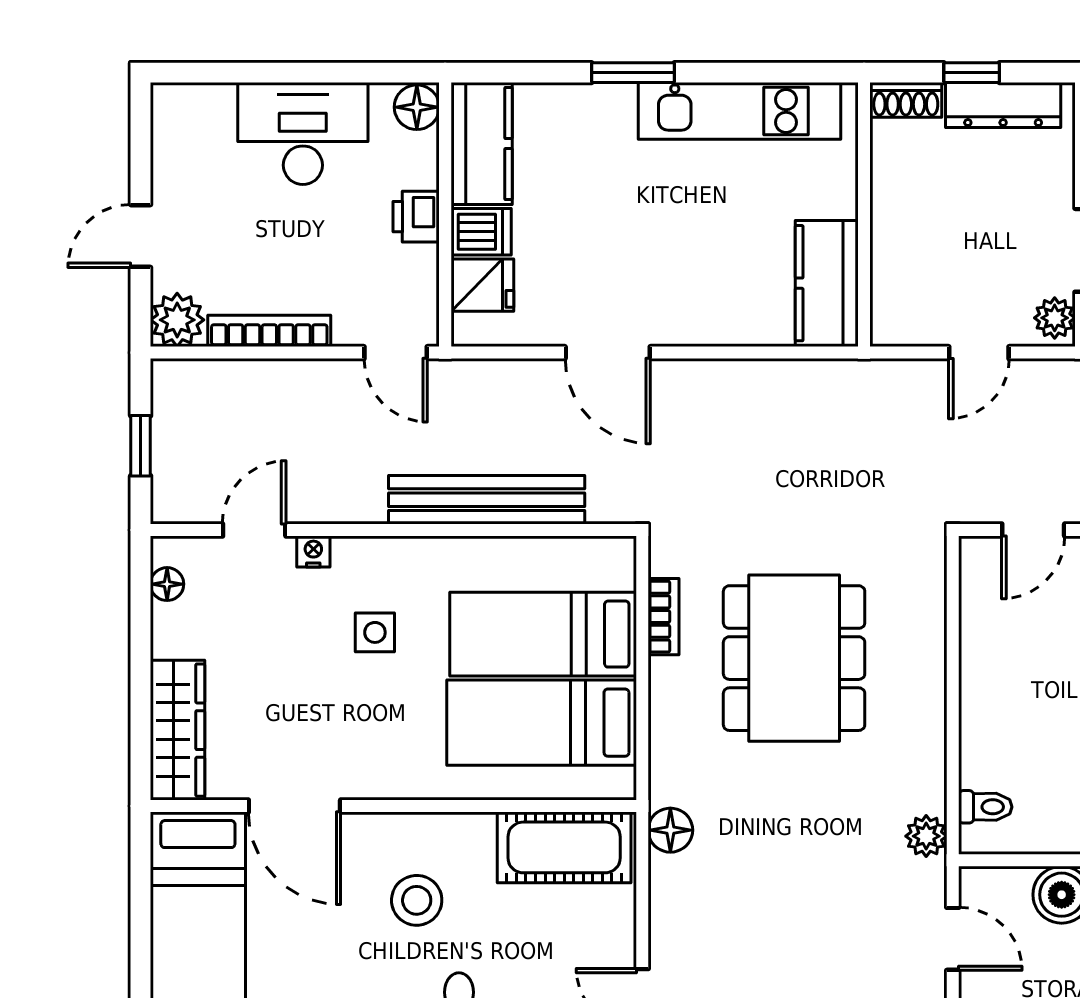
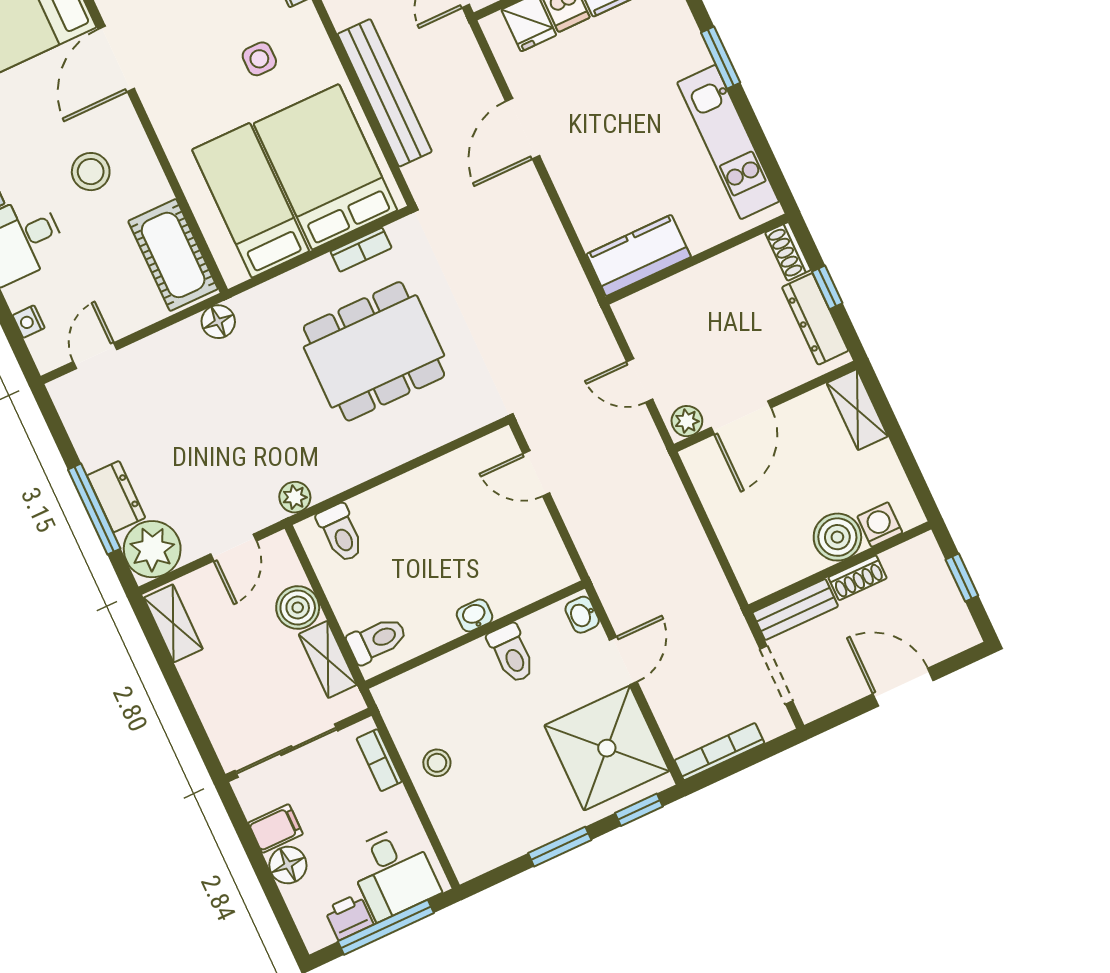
bed: (543, 634) -> (325, 167), width x1.50
toilet: (985, 807) -> (341, 533), width x1.37, depth x1.39

